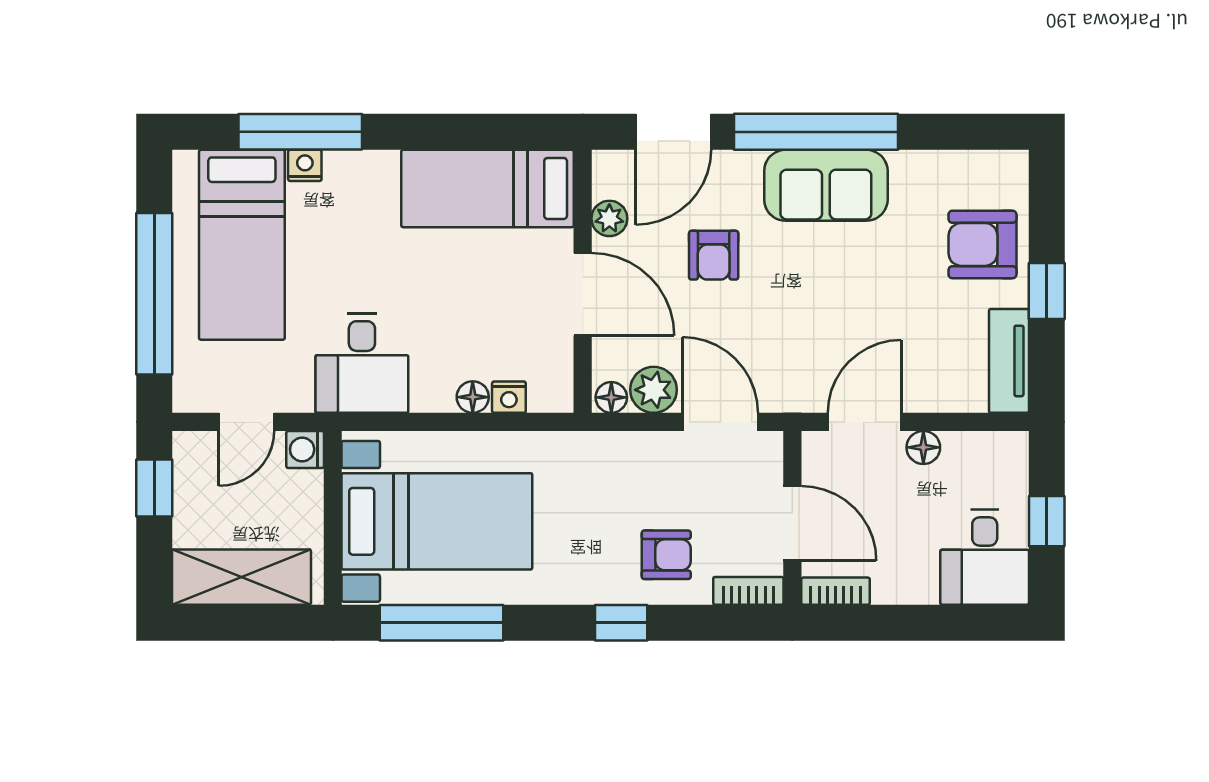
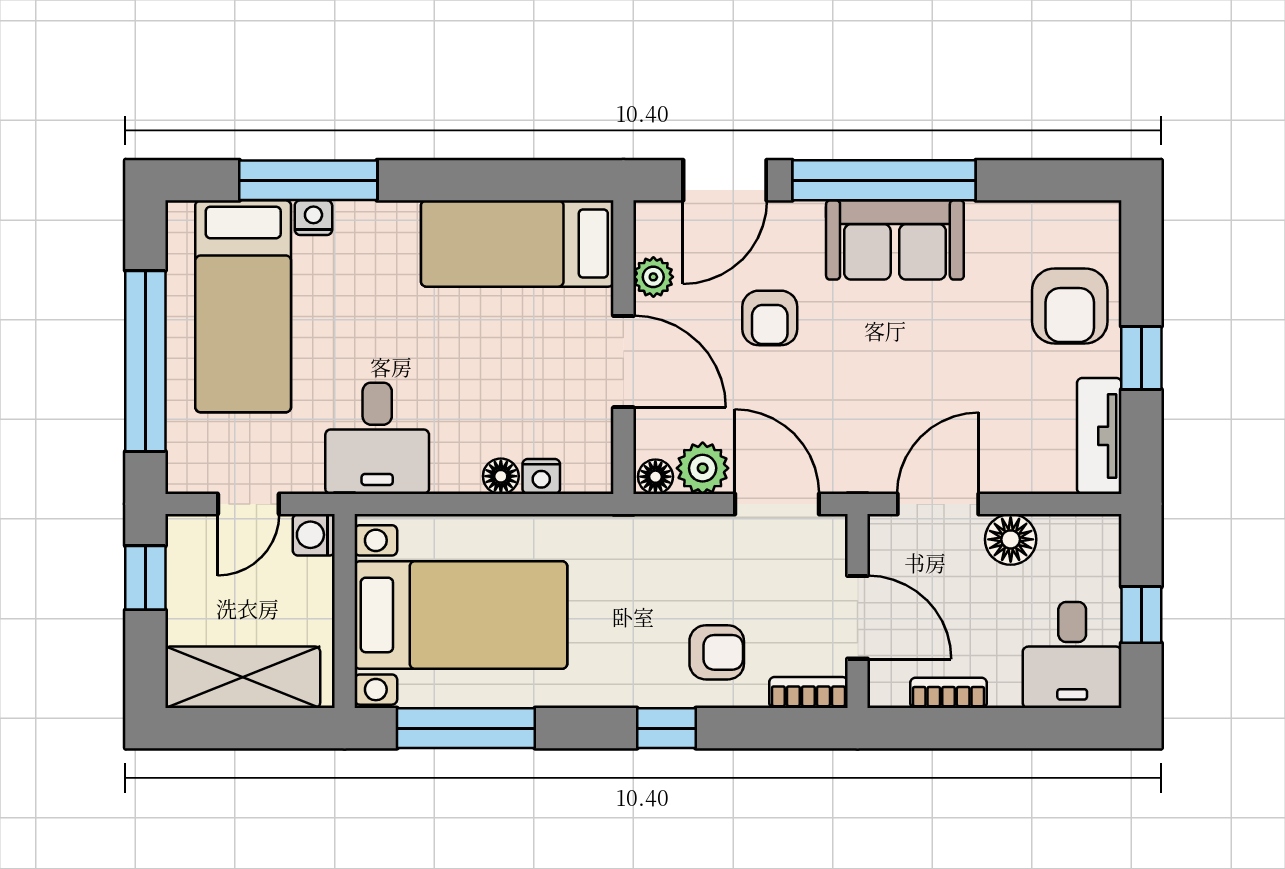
armchair: (982, 244) -> (1070, 306), turned -90
floor lamp: (923, 447) -> (1011, 539), width x1.37, depth x1.37
bookcase: (835, 591) -> (948, 693), moved

